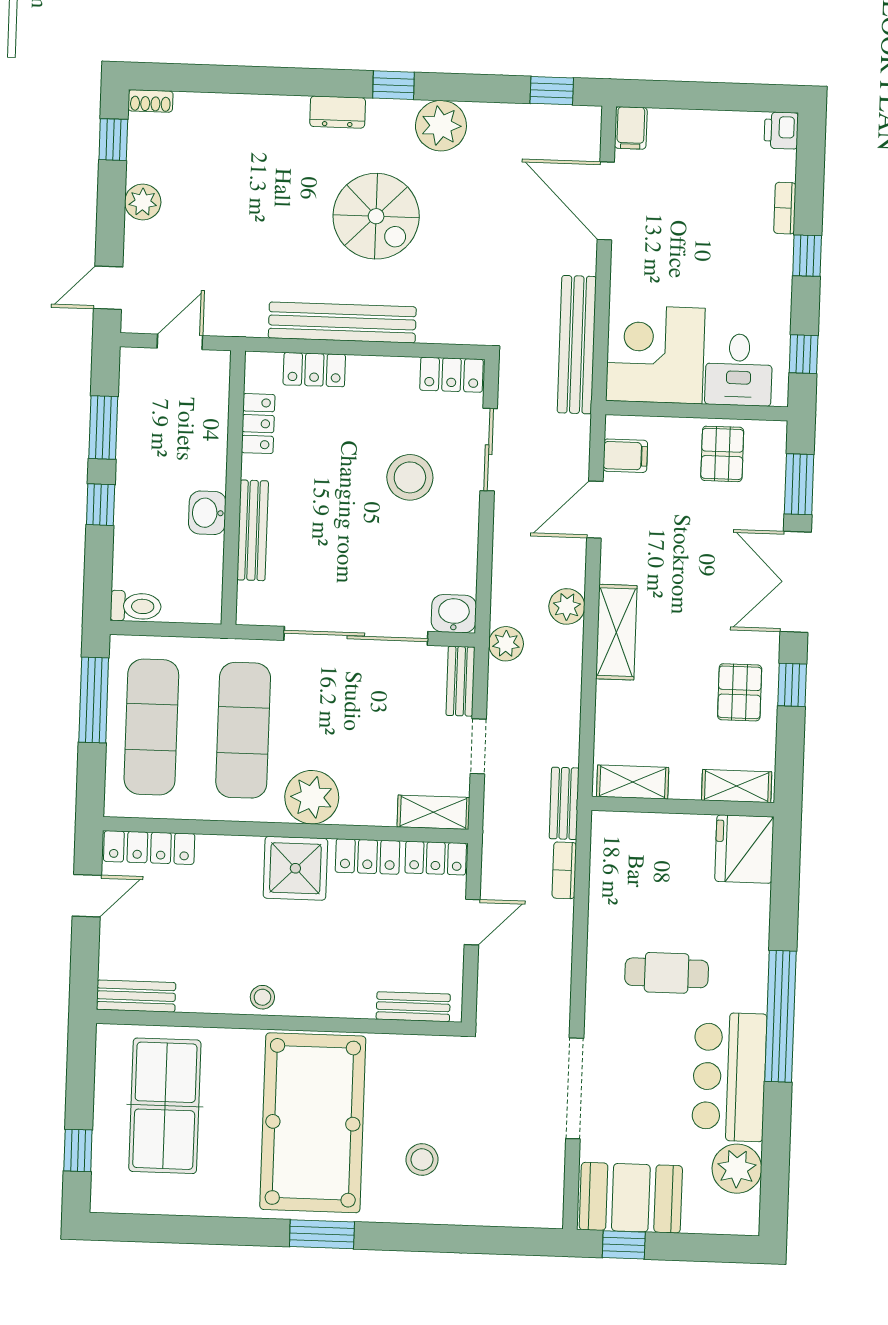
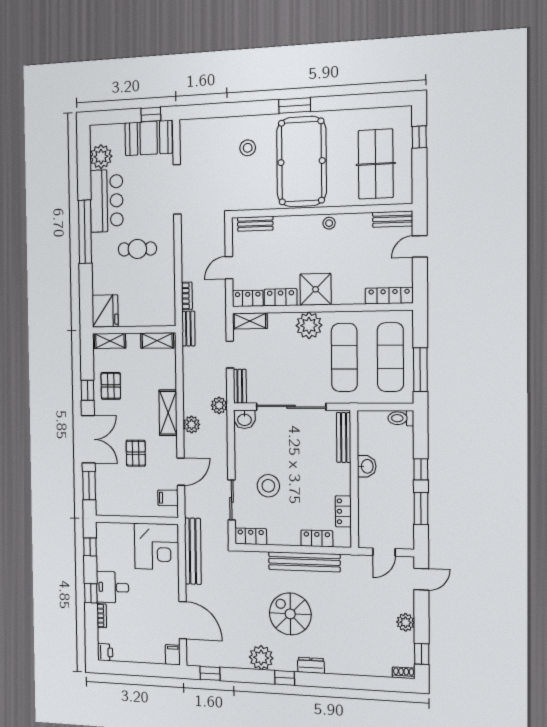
desk: (739, 370) -> (113, 587), moved, turned -90
pallet: (722, 454) -> (136, 453), moved
bench: (253, 530) -> (344, 437), moved
door: (87, 896) -> (420, 246), moved

